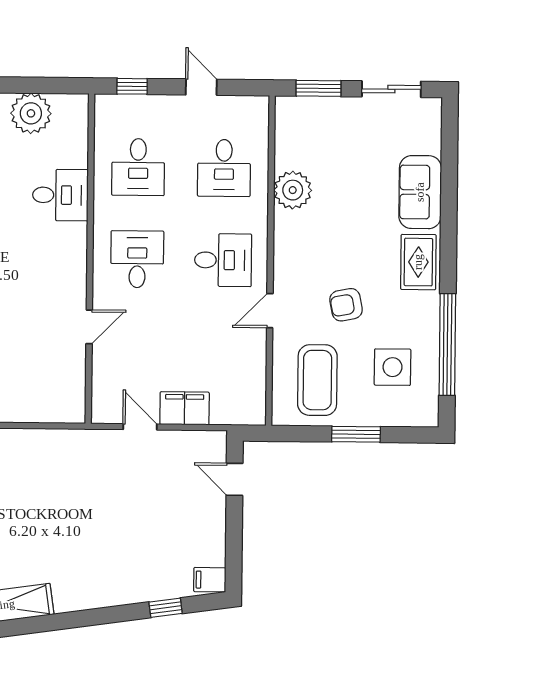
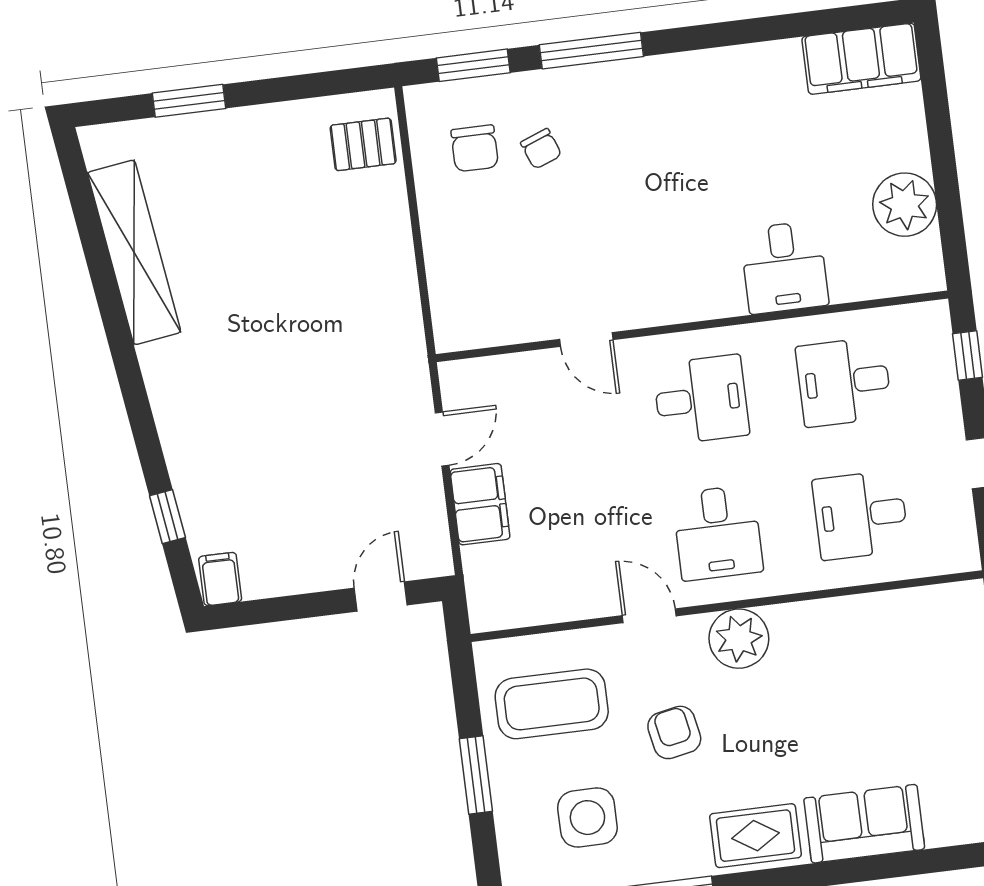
plant: (293, 190) -> (739, 639), moved

